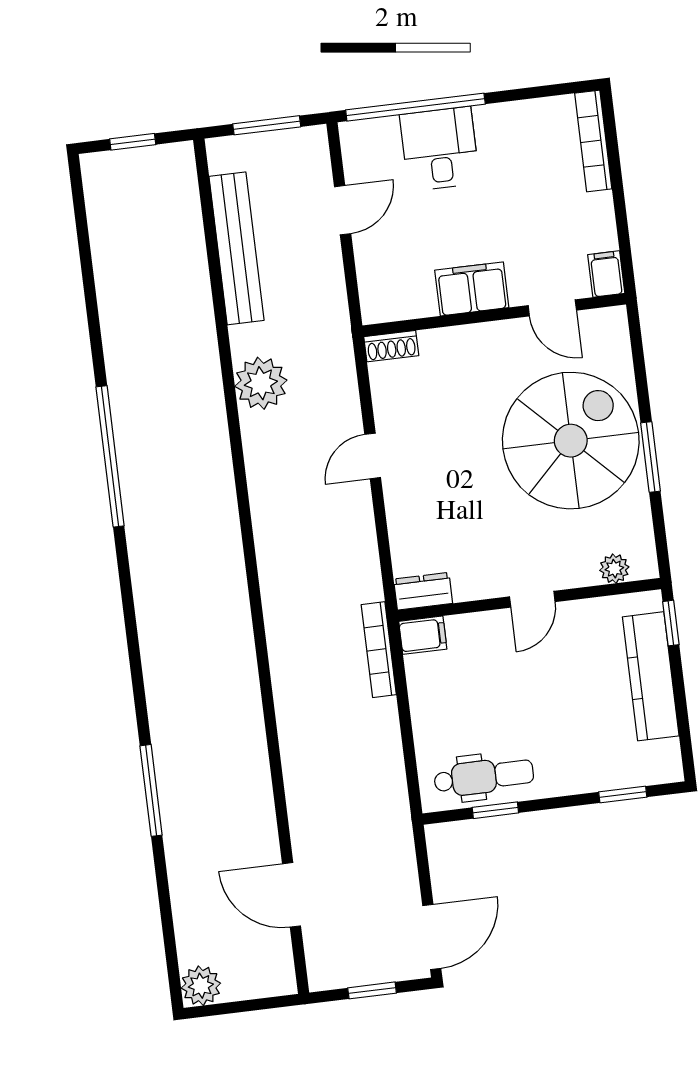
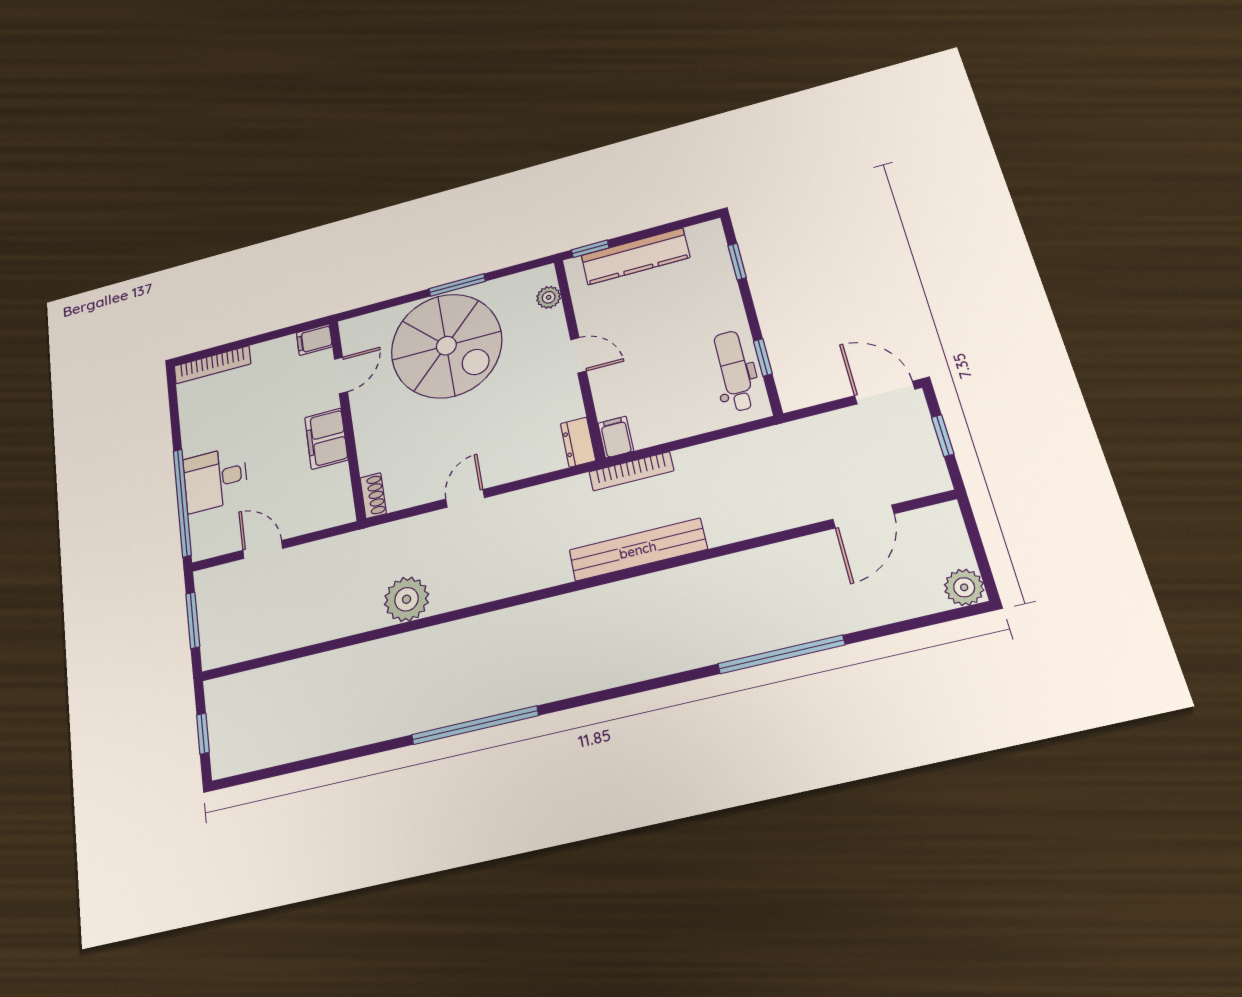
bench: (236, 248) -> (638, 550), moved
spiral stairs: (571, 441) -> (446, 346), turned 180
door: (373, 456) -> (465, 498), swing flipped
window: (151, 790) -> (781, 654), width x1.46

